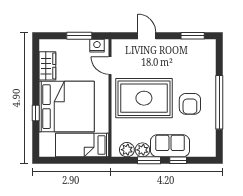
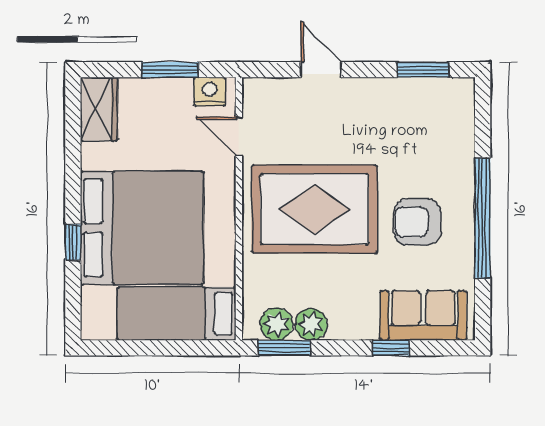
wardrobe: (47, 66) -> (99, 109), moved
armchair: (190, 104) -> (417, 222), turned 90
sofa: (170, 146) -> (423, 315), moved
window: (149, 160) -> (284, 348), moved

